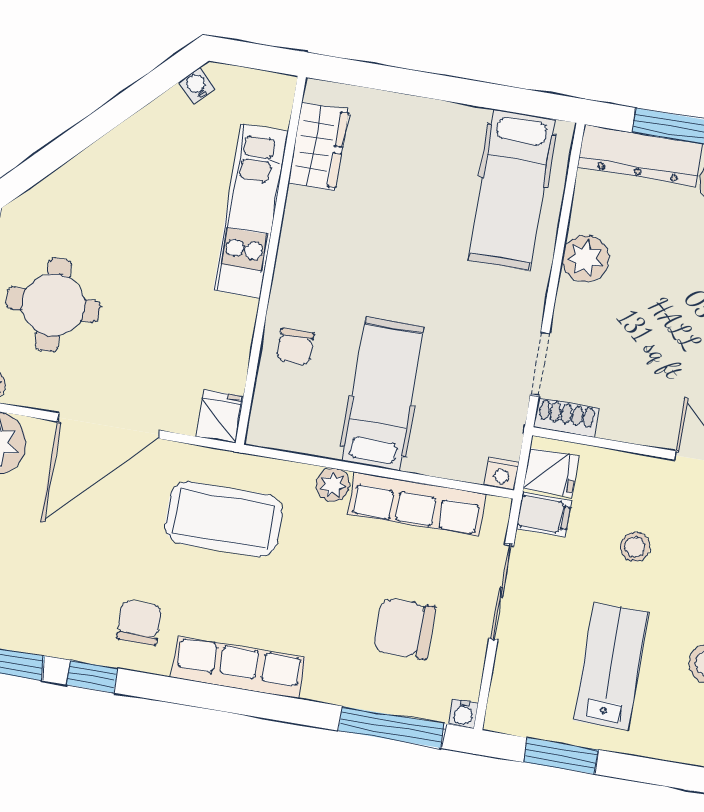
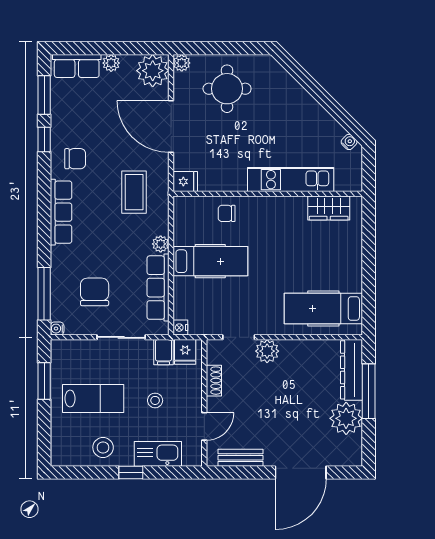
plant: (585, 258) -> (267, 351), moved
shoe rack: (566, 418) -> (214, 381), moved
coffee table: (224, 519) -> (134, 192), width x0.73, depth x0.76

